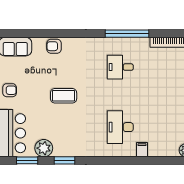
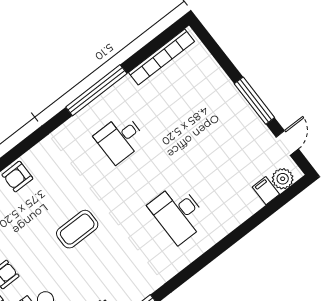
filing cabinet: (142, 150) -> (266, 191), moved

